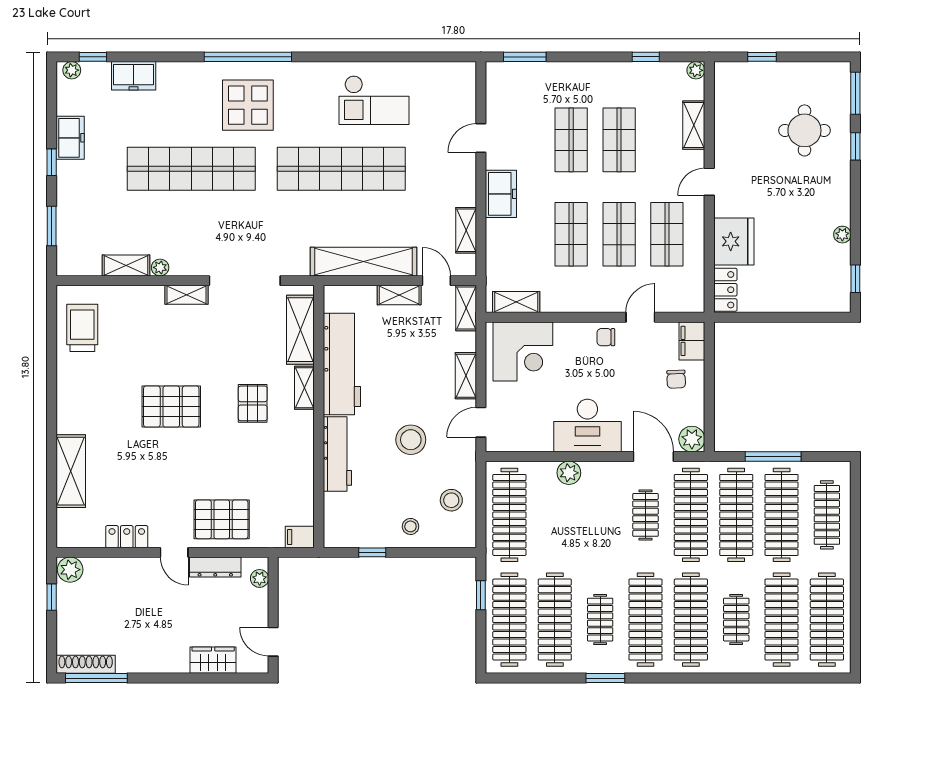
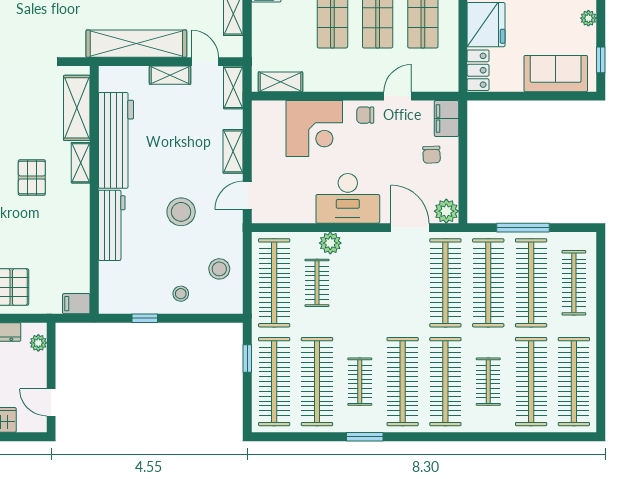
sofa: (808, 293) -> (556, 74), added
corner desk: (523, 351) -> (314, 128), moved
clothes rail: (645, 515) -> (317, 283), moved

